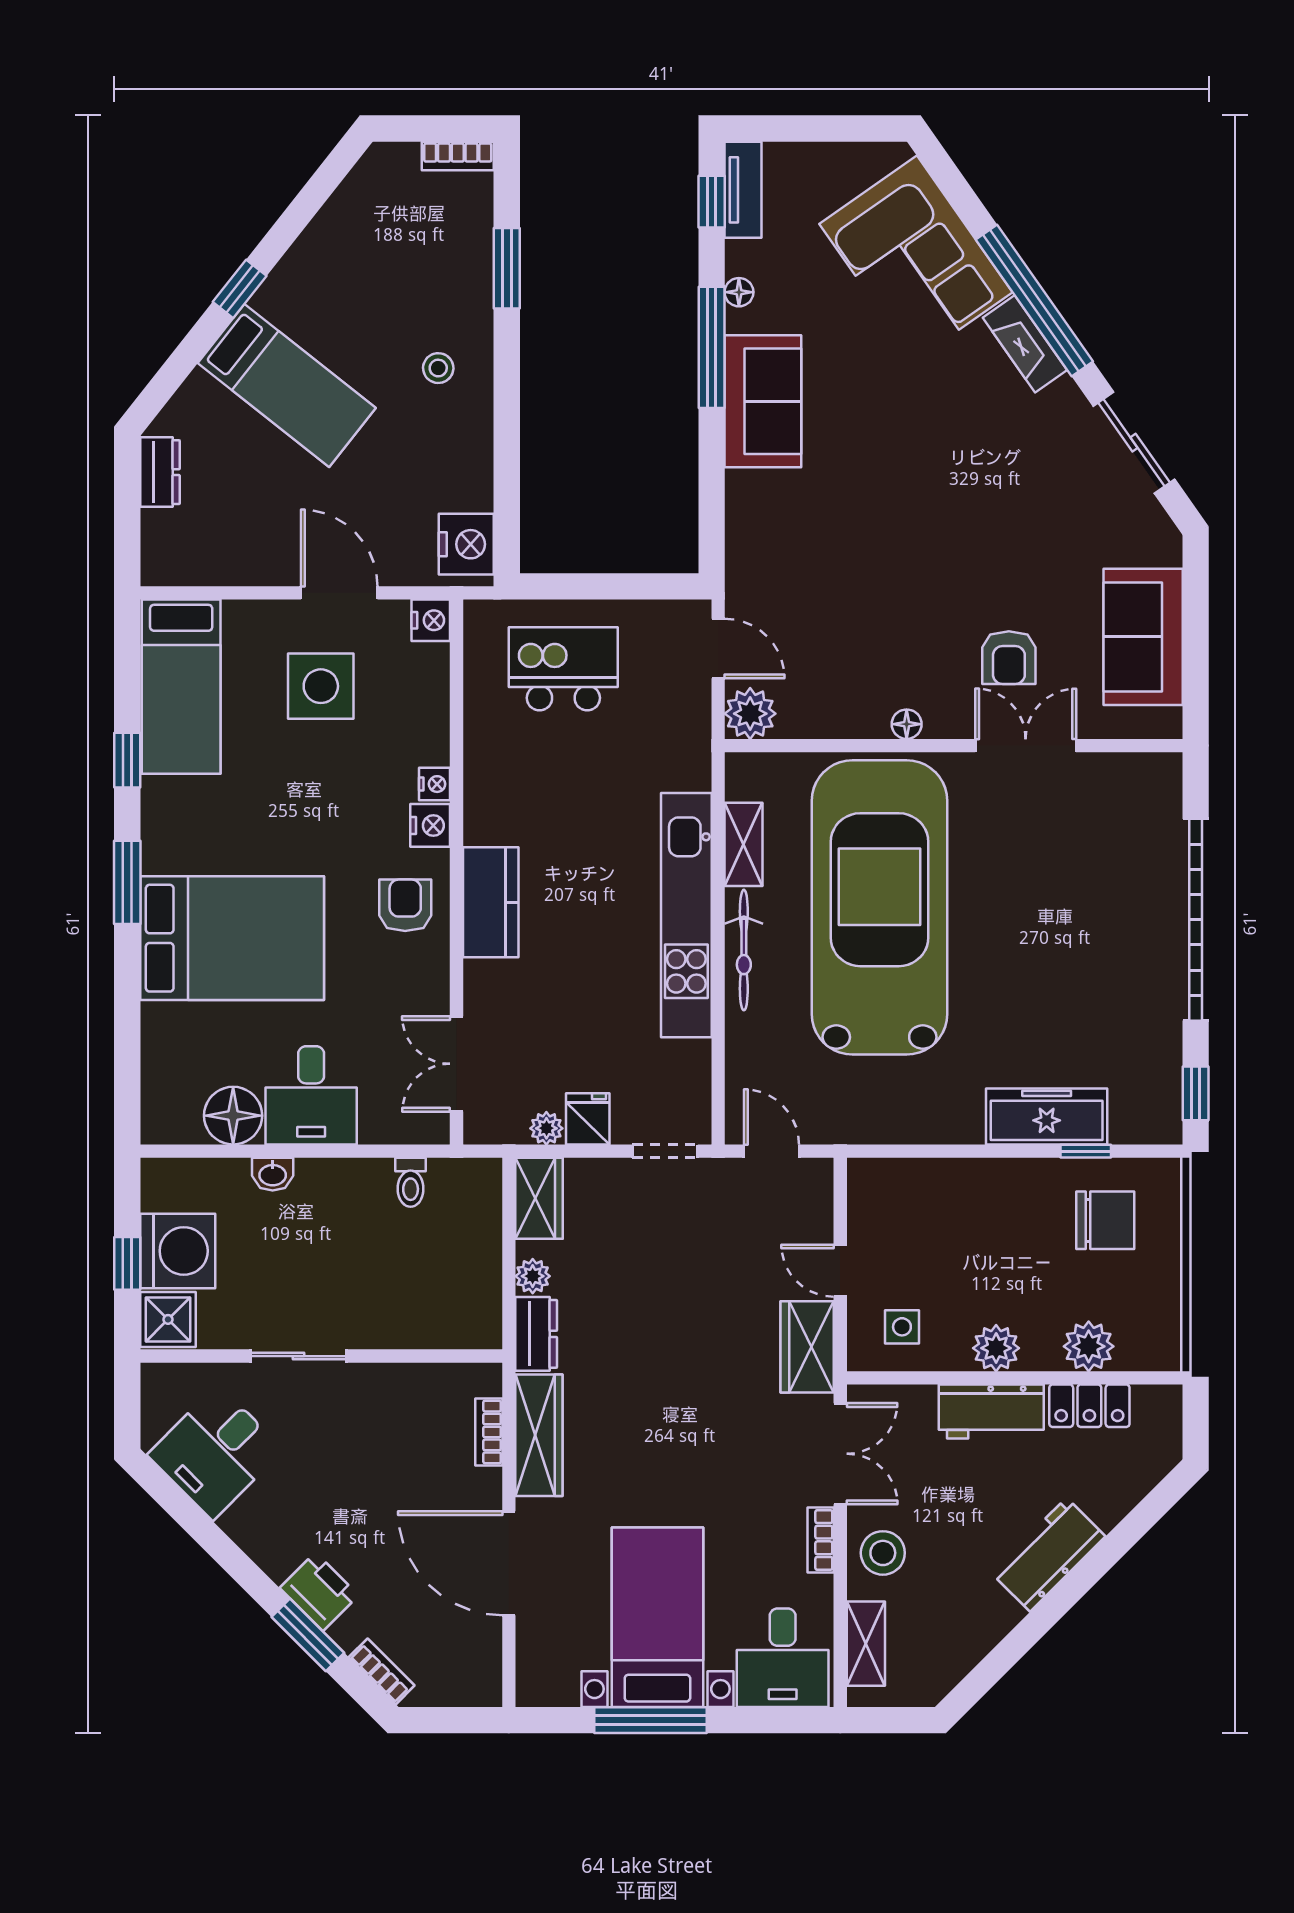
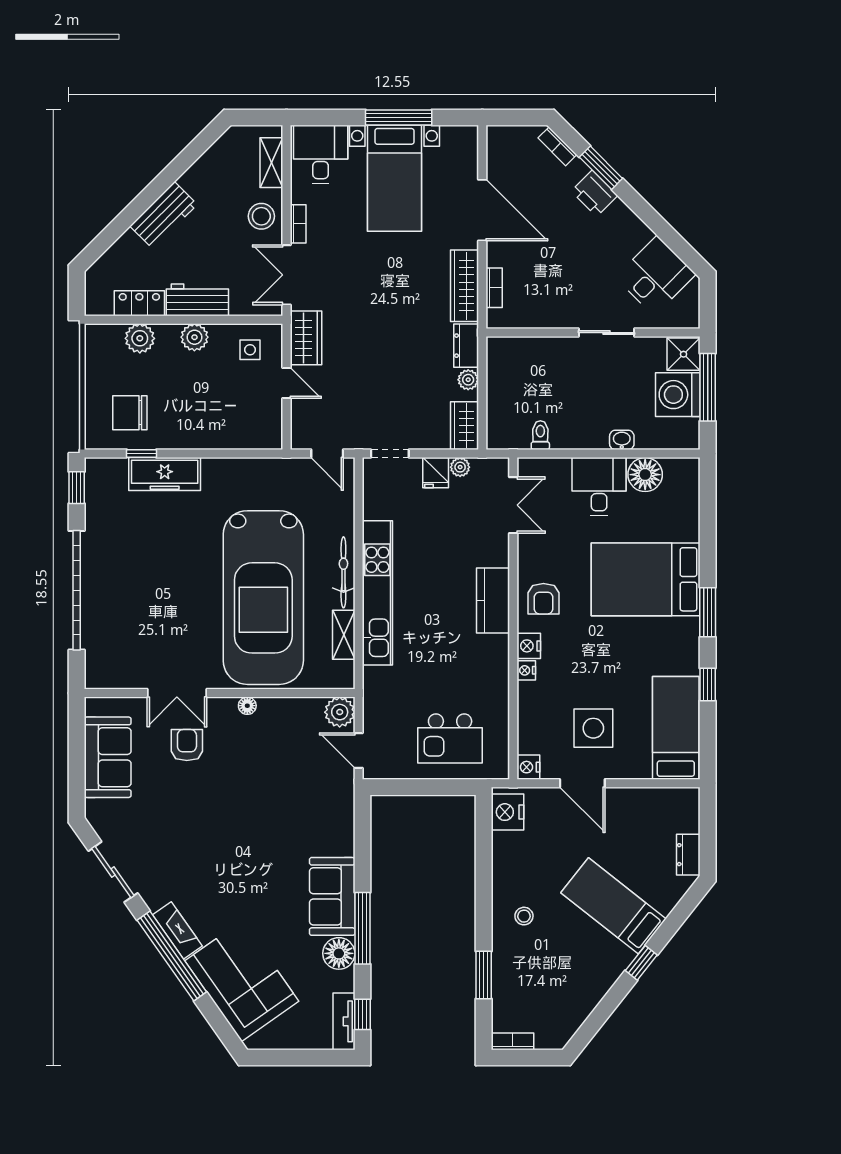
floor lamp: (739, 292) -> (339, 953), width x1.89, depth x1.89
window: (127, 1263) -> (708, 387), width x2.17

